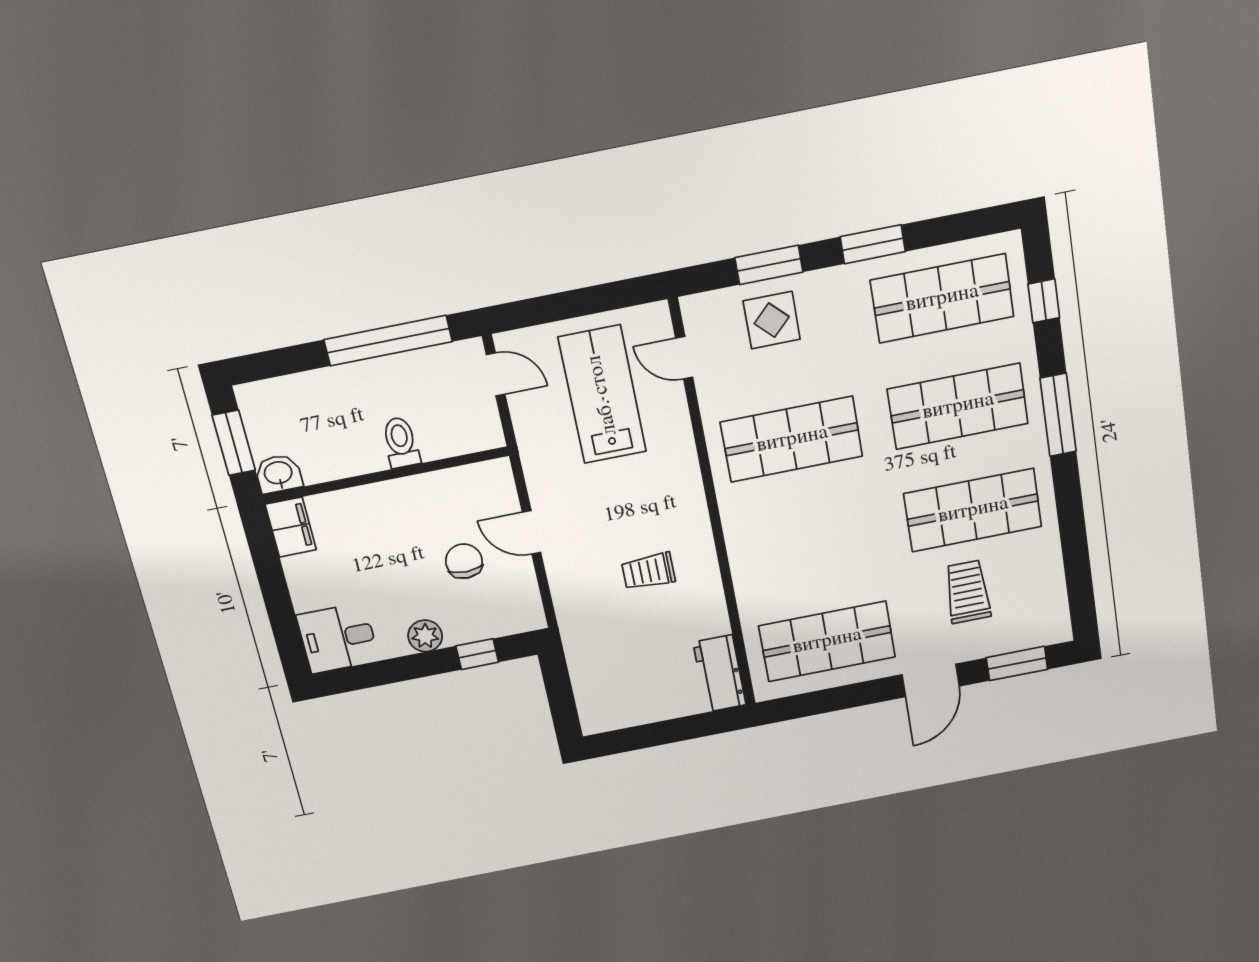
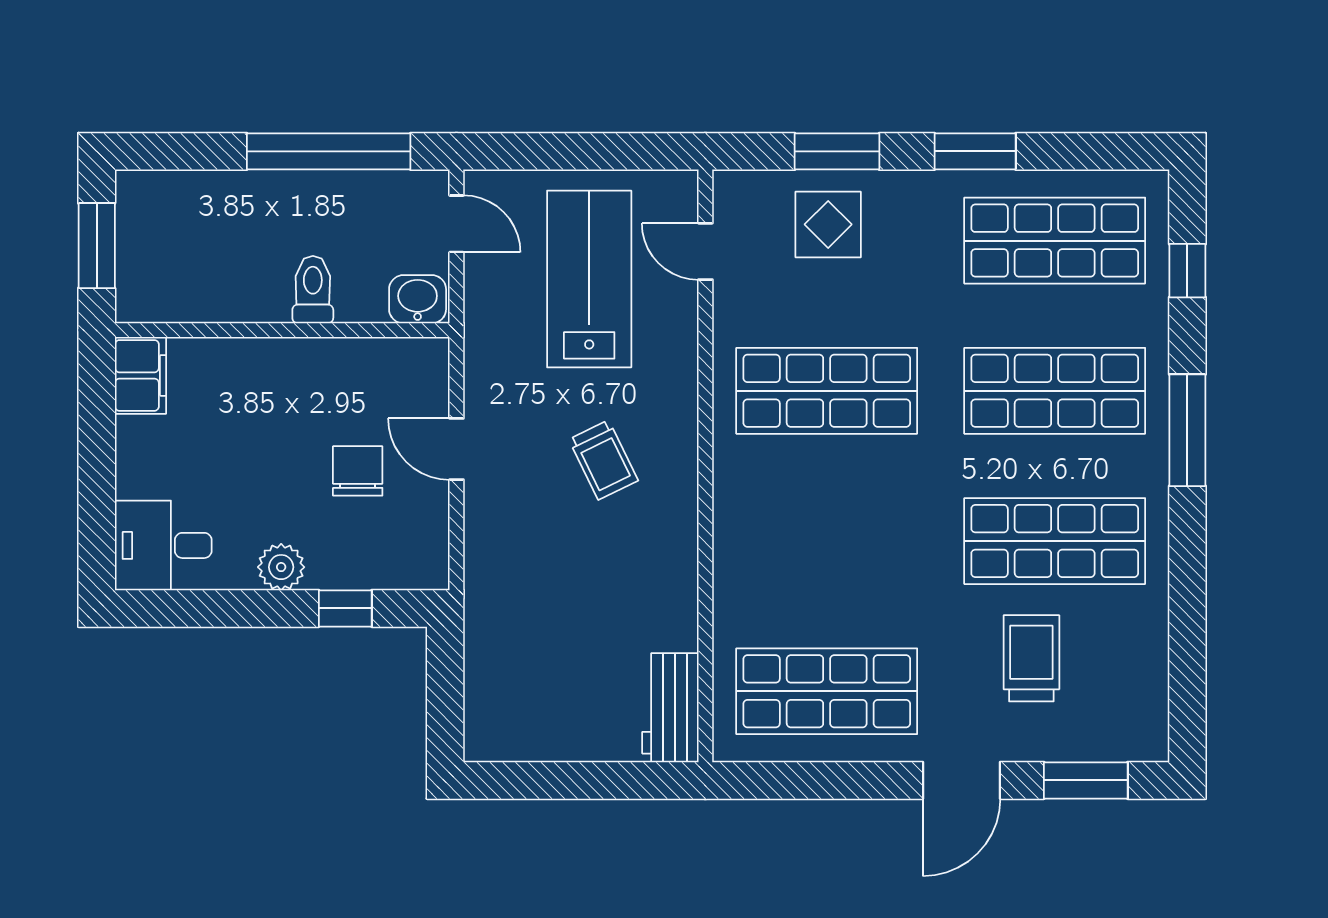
washbasin: (278, 474) -> (418, 299), moved
trolley: (648, 571) -> (603, 460), moved, turned -116

